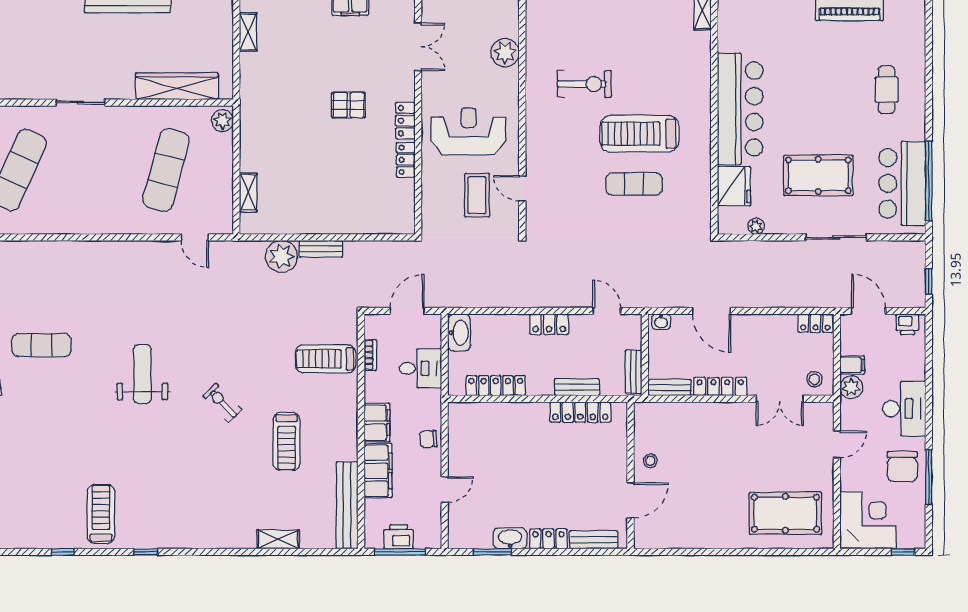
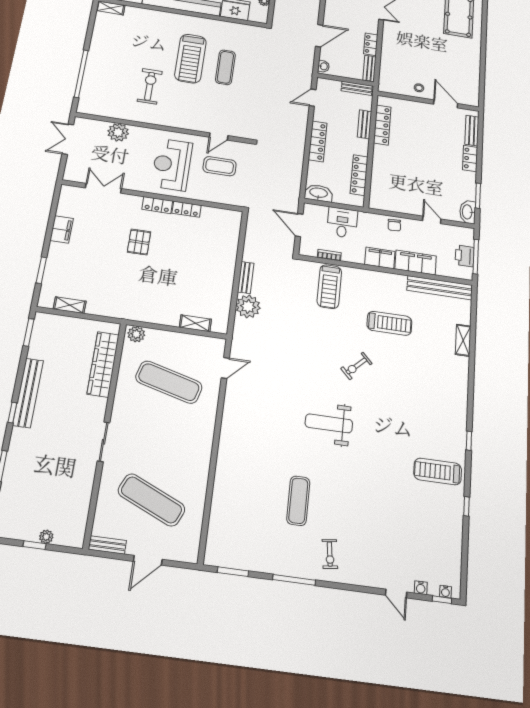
locker: (549, 324) -> (318, 141), width x1.53
locker: (720, 386) -> (371, 44), width x0.66
washbasin: (510, 538) -> (468, 212), moved

